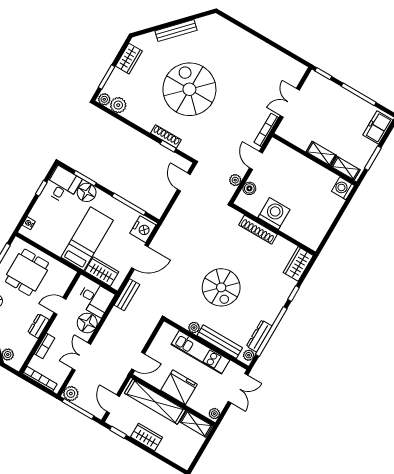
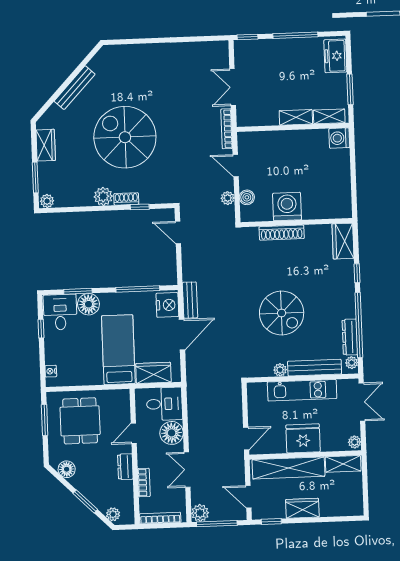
plant: (118, 105) -> (103, 196), moved
shoe rack: (166, 136) -> (126, 199), width x0.70
bench: (127, 295) -> (190, 300), moved

